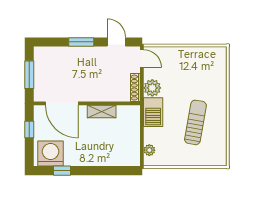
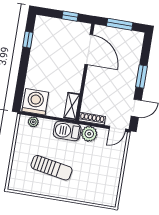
door: (62, 103) -> (89, 49), swing flipped
shelving: (102, 112) -> (72, 106), moved
washing machine: (51, 154) -> (35, 102), moved, turned -90

